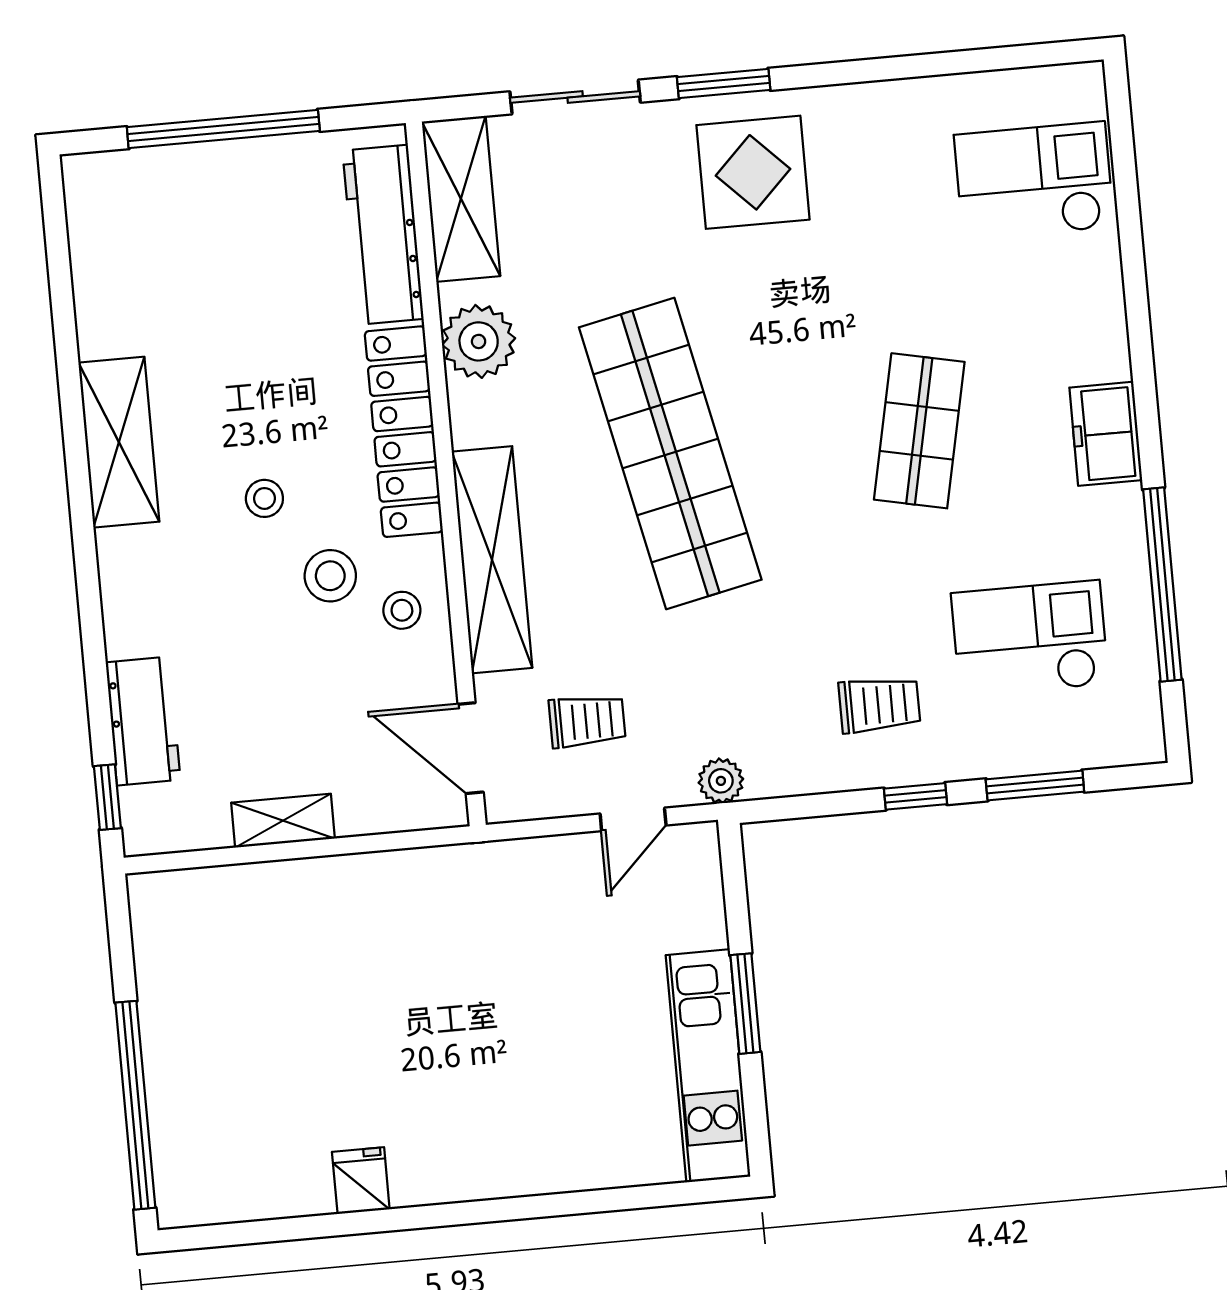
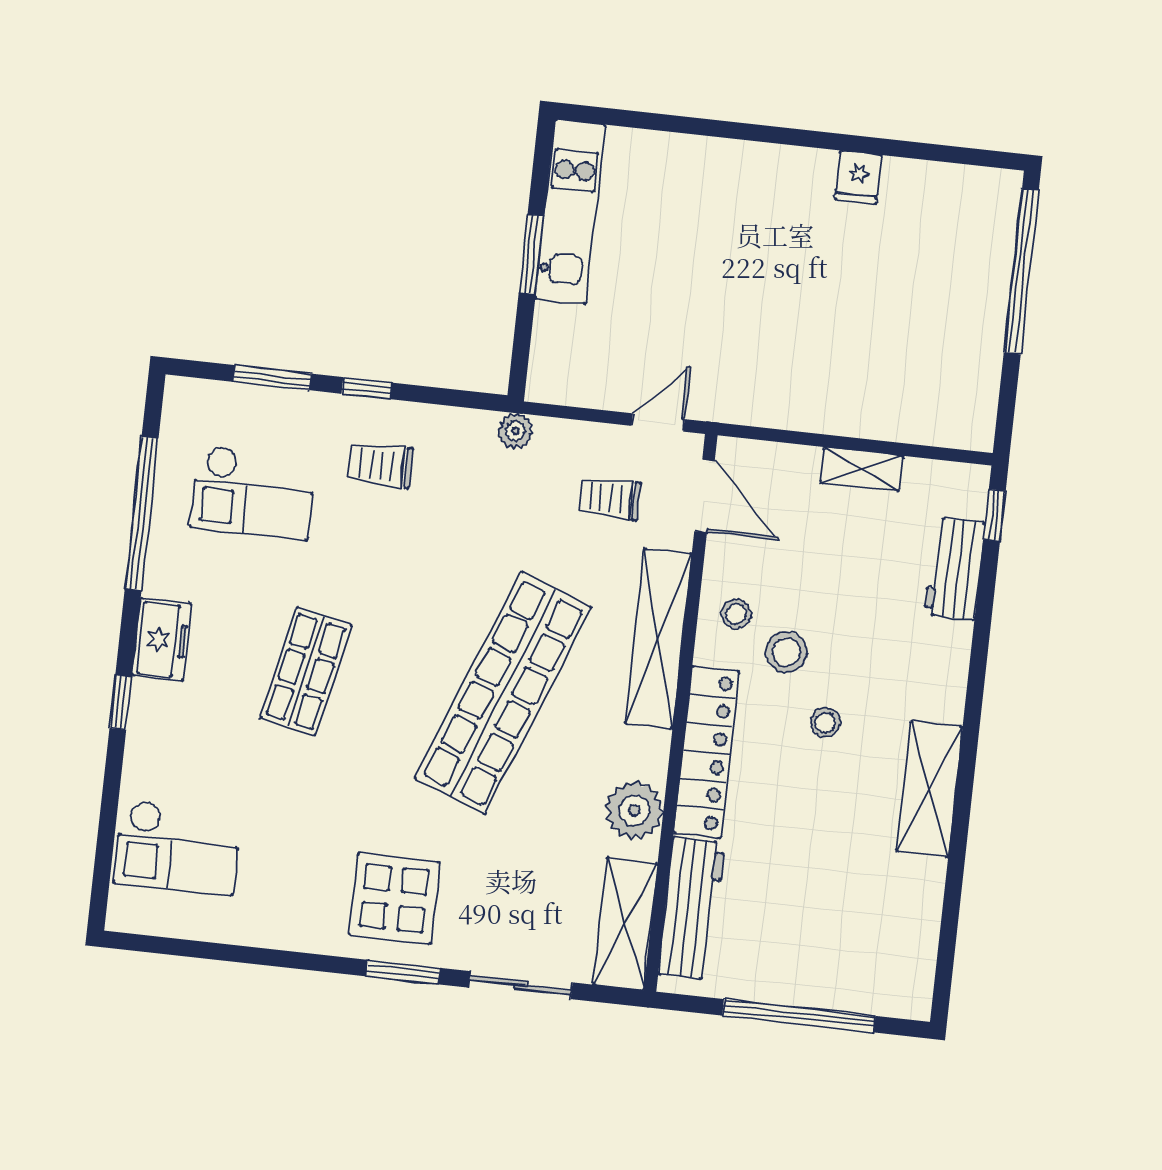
window: (1141, 346) -> (121, 702), added
shop shelf: (670, 453) -> (503, 693), turned 33
door: (633, 819) -> (658, 422), moved

